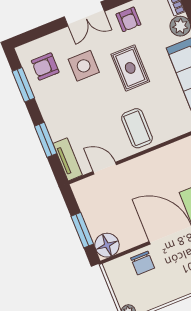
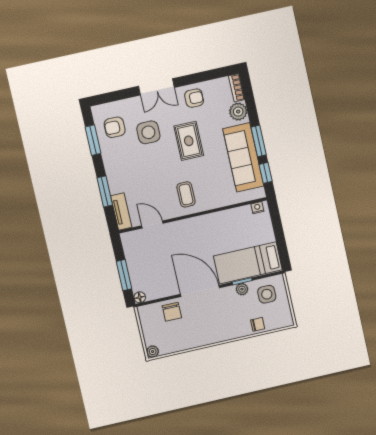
armchair: (128, 19) -> (194, 98), turned -90
coffee table: (137, 128) -> (186, 194), width x0.73, depth x0.77
floor lamp: (107, 245) -> (140, 297), width x0.53, depth x0.53

